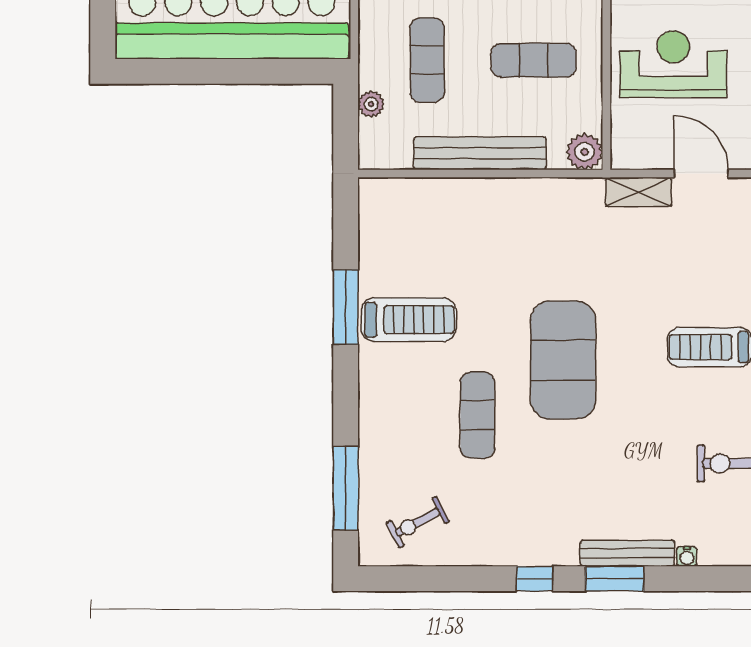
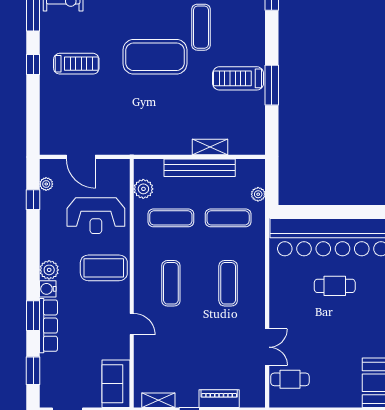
exercise mat: (427, 60) -> (228, 218), turned 90
plant: (585, 152) -> (143, 189), moved
shelving: (638, 192) -> (210, 147), moved
exercise mat: (563, 360) -> (155, 57), turned 90

